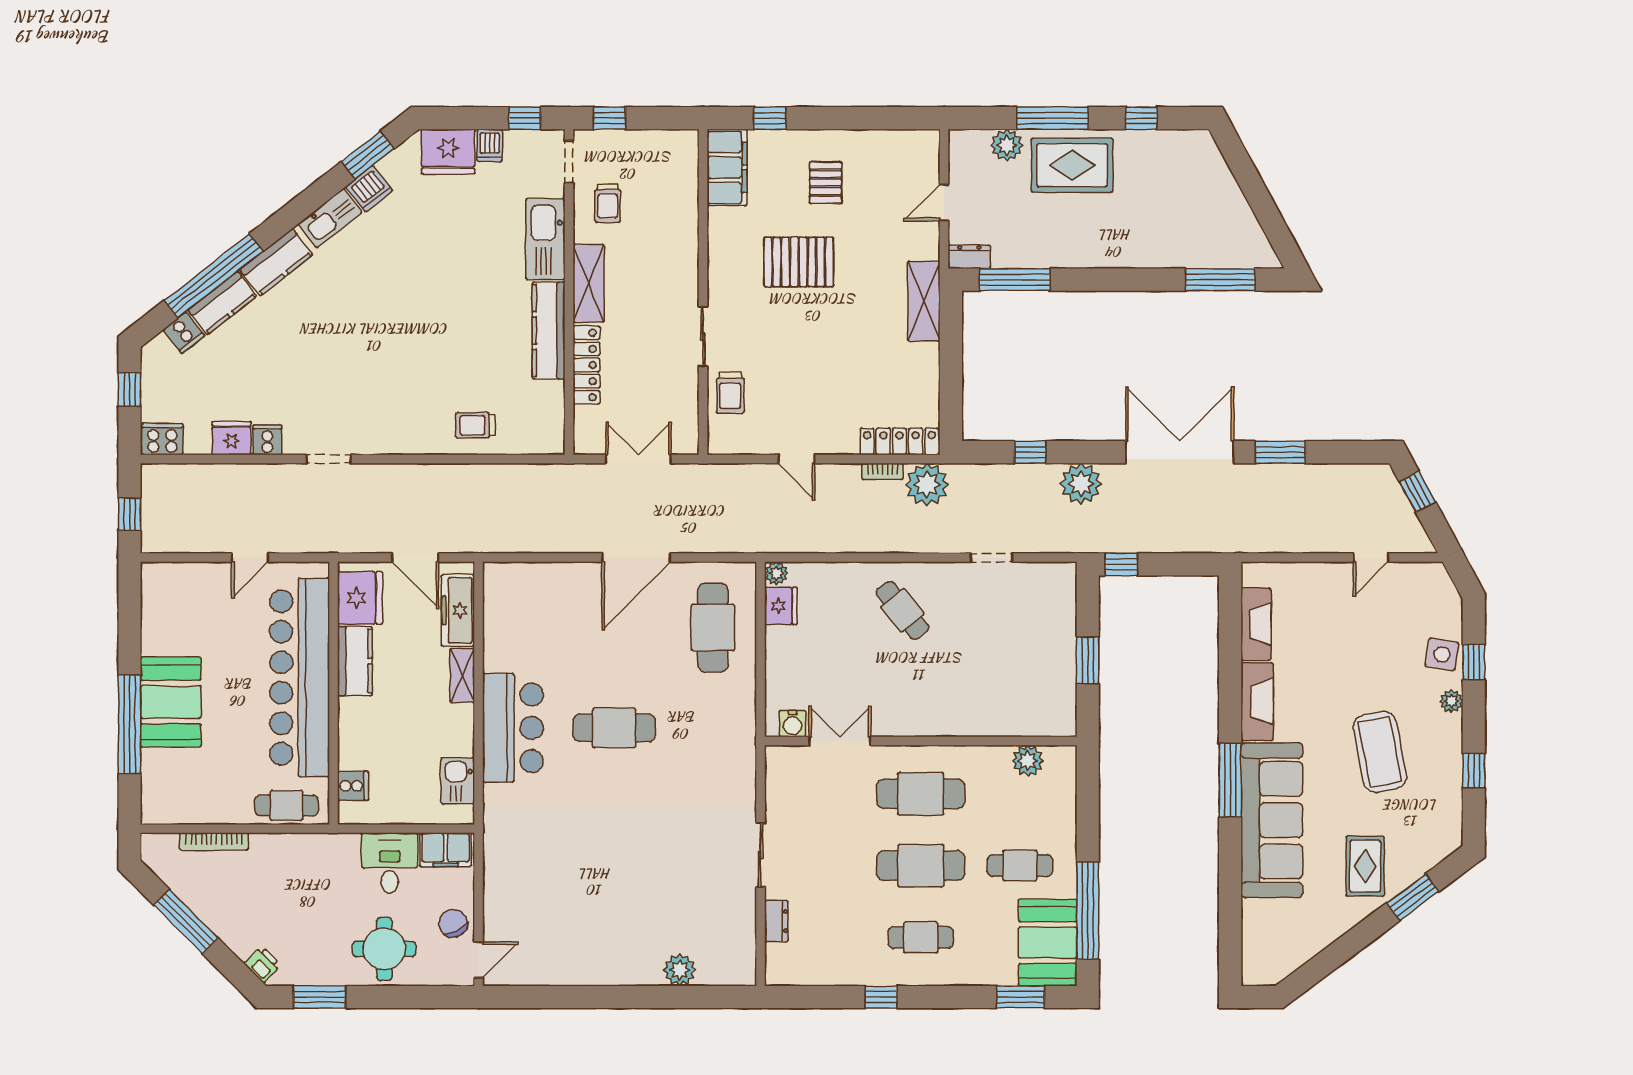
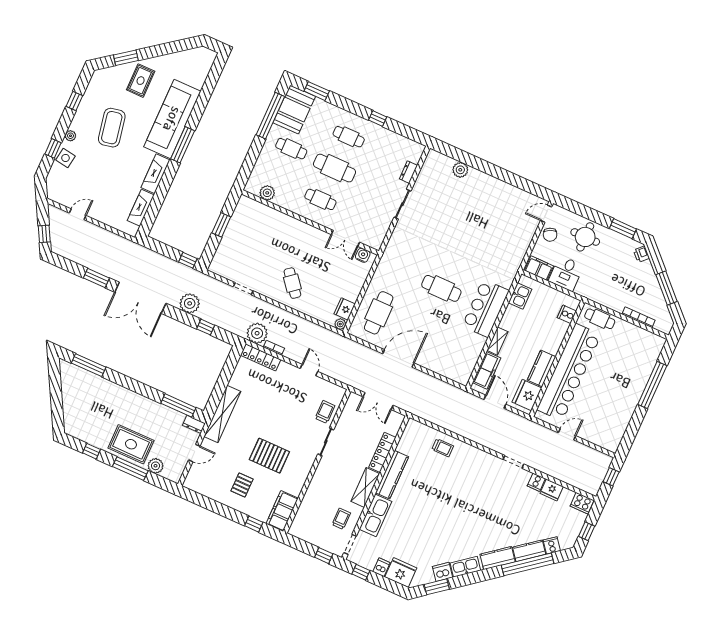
shelving: (924, 301) -> (222, 414), width x1.47
booth: (171, 702) -> (630, 387), removed
cafe table: (921, 794) -> (320, 199), width x0.73, depth x0.74

